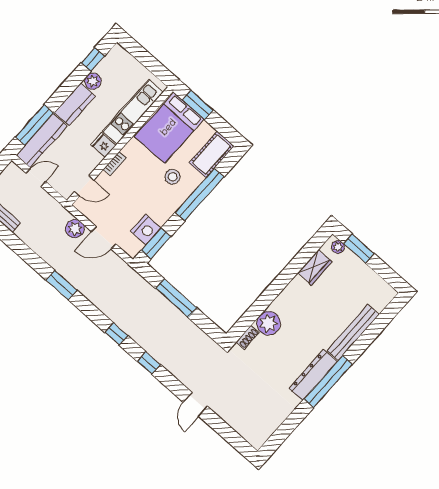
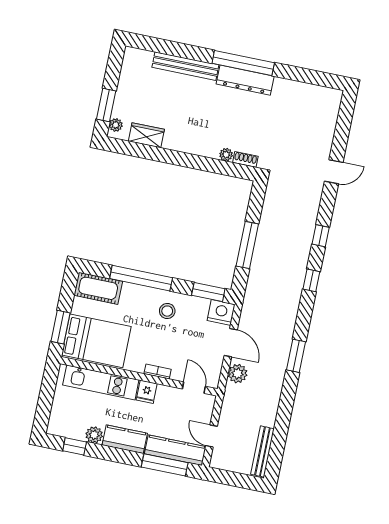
stool: (172, 177) -> (167, 311), moved
nightstand: (146, 230) -> (221, 312), moved
plant: (269, 323) -> (226, 155), width x0.53, depth x0.53

